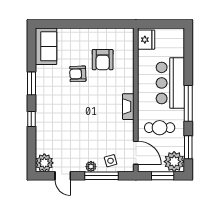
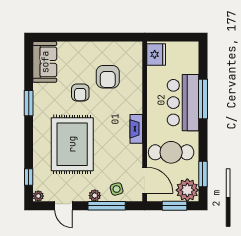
armchair: (78, 74) -> (80, 92), turned -88
window: (188, 103) -> (203, 99), moved
window: (31, 119) -> (29, 177), moved
rug: (71, 120) -> (72, 144), added
cafe table: (160, 128) -> (171, 152), width x1.37, depth x1.35
plant: (44, 163) -> (38, 196), width x0.53, depth x0.53

